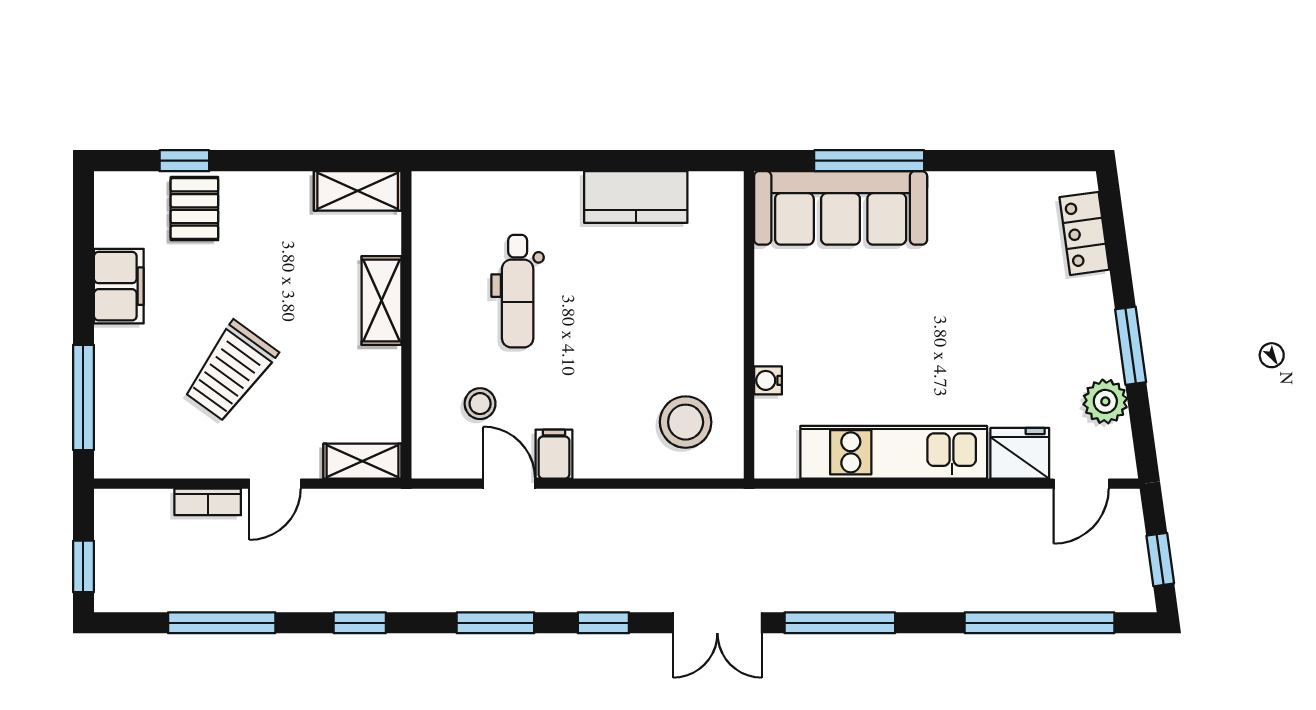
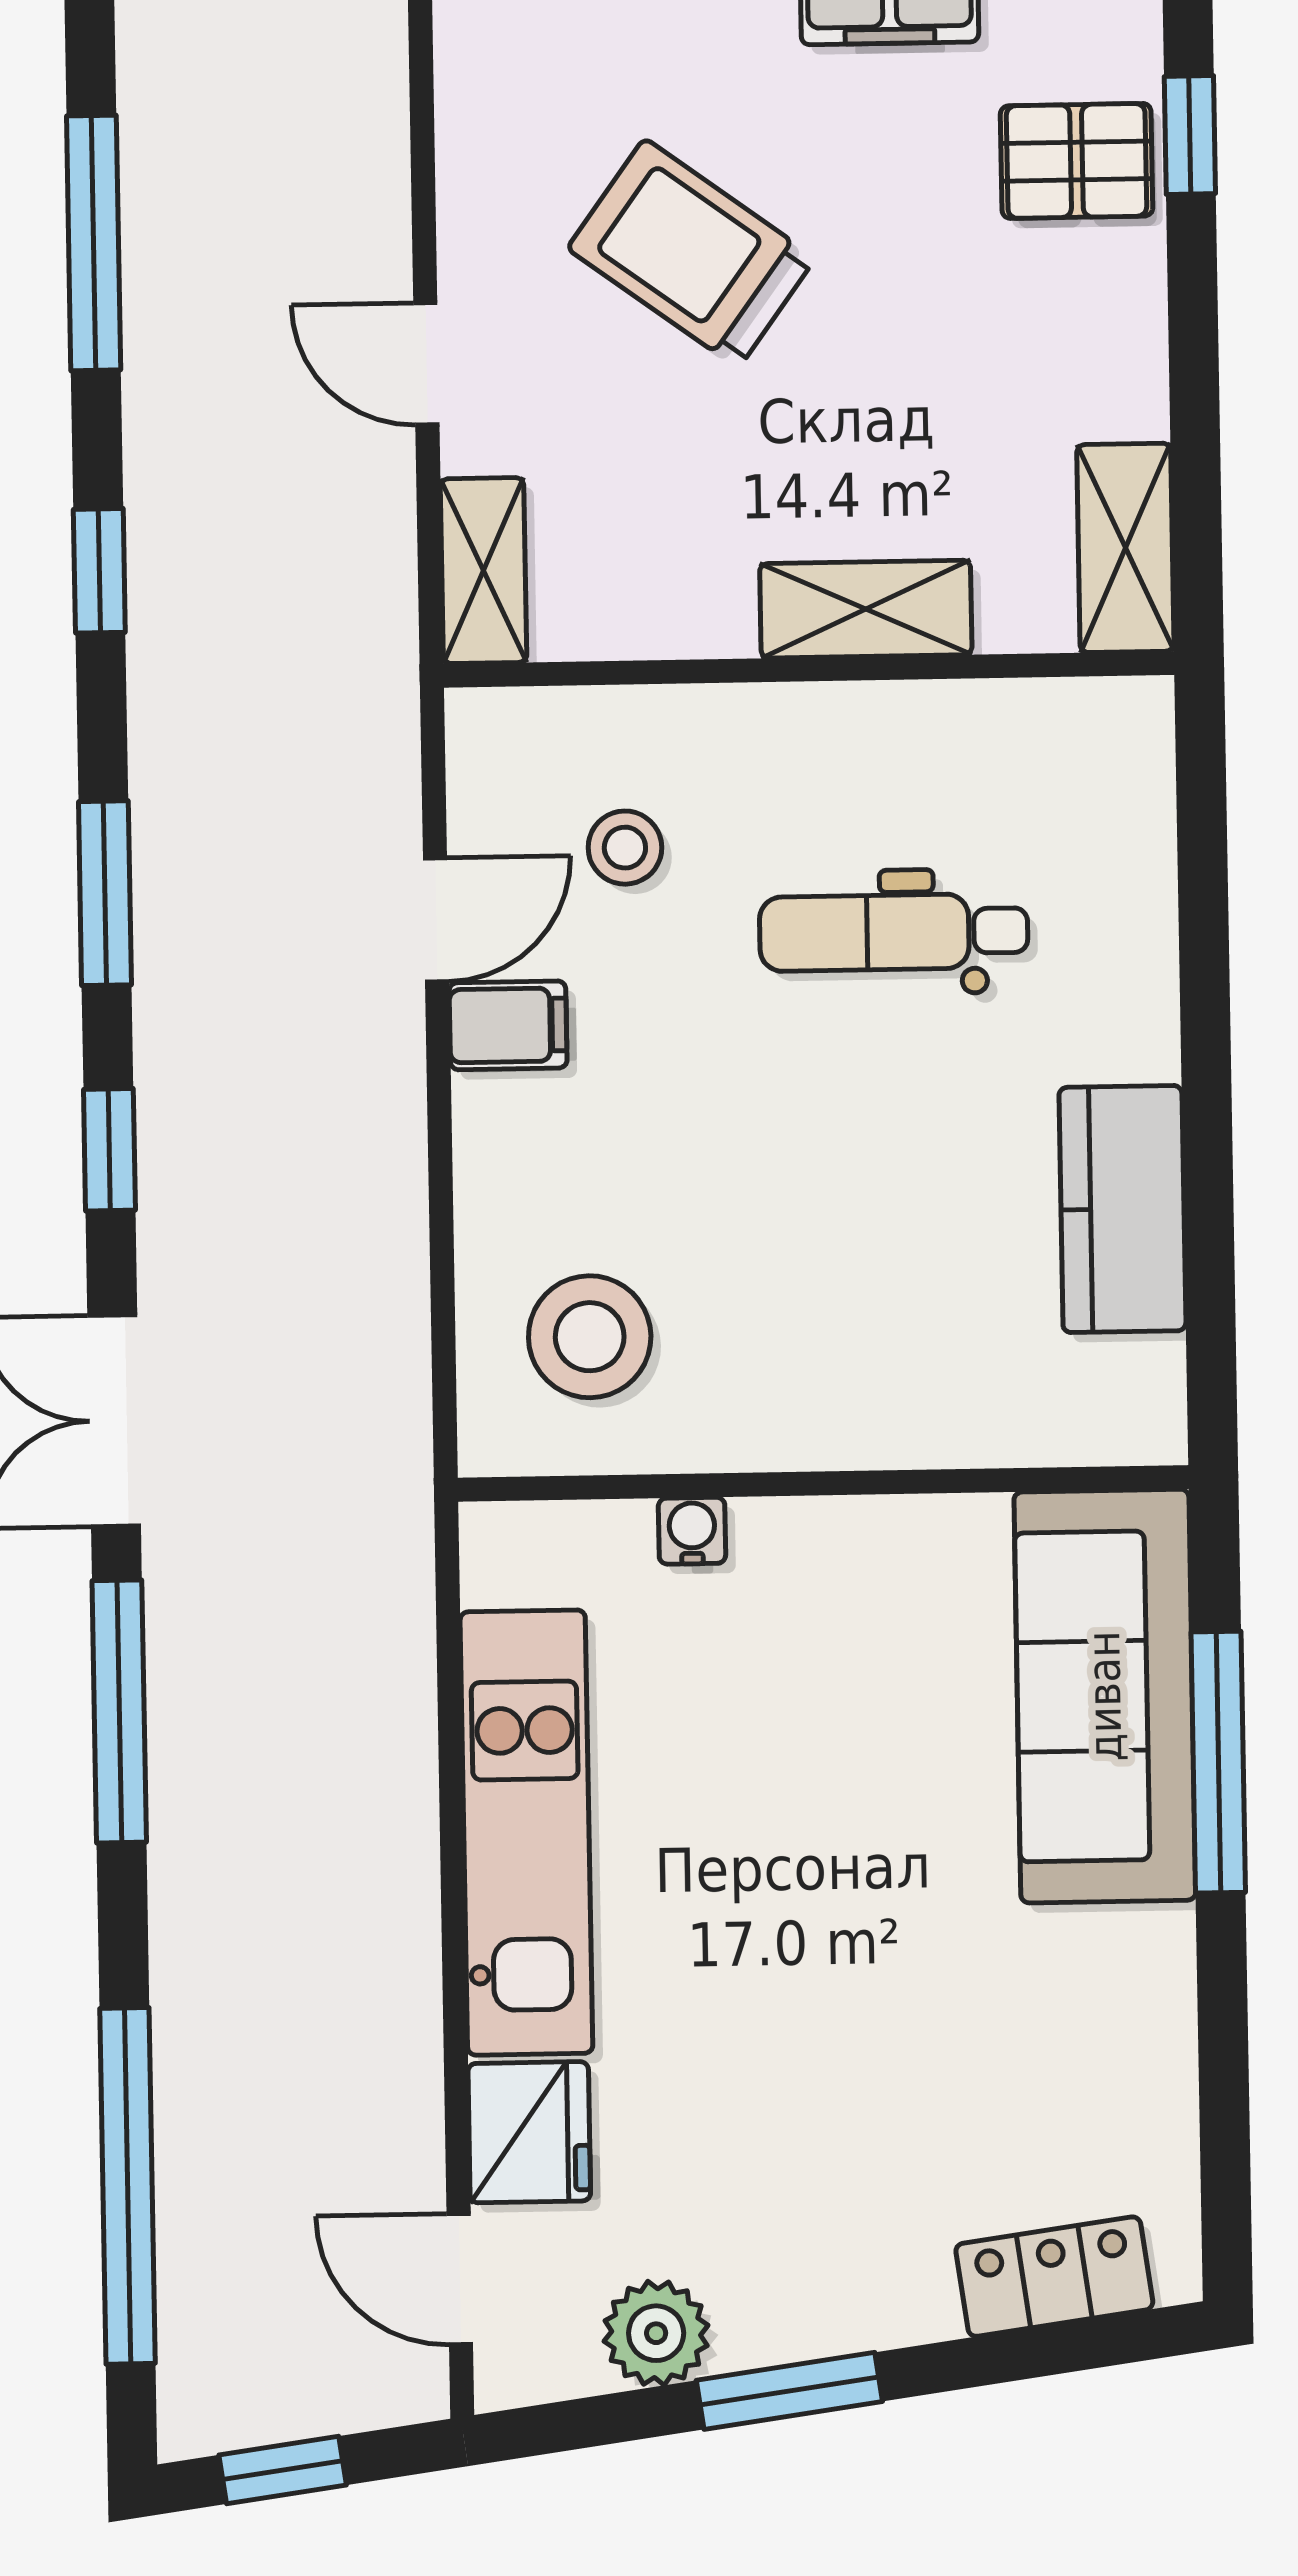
bookcase: (208, 502) -> (380, 205), removed

